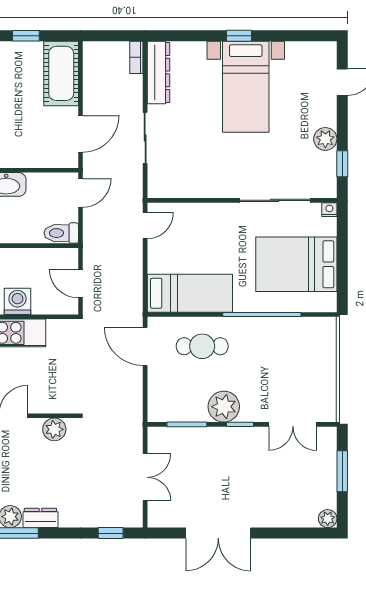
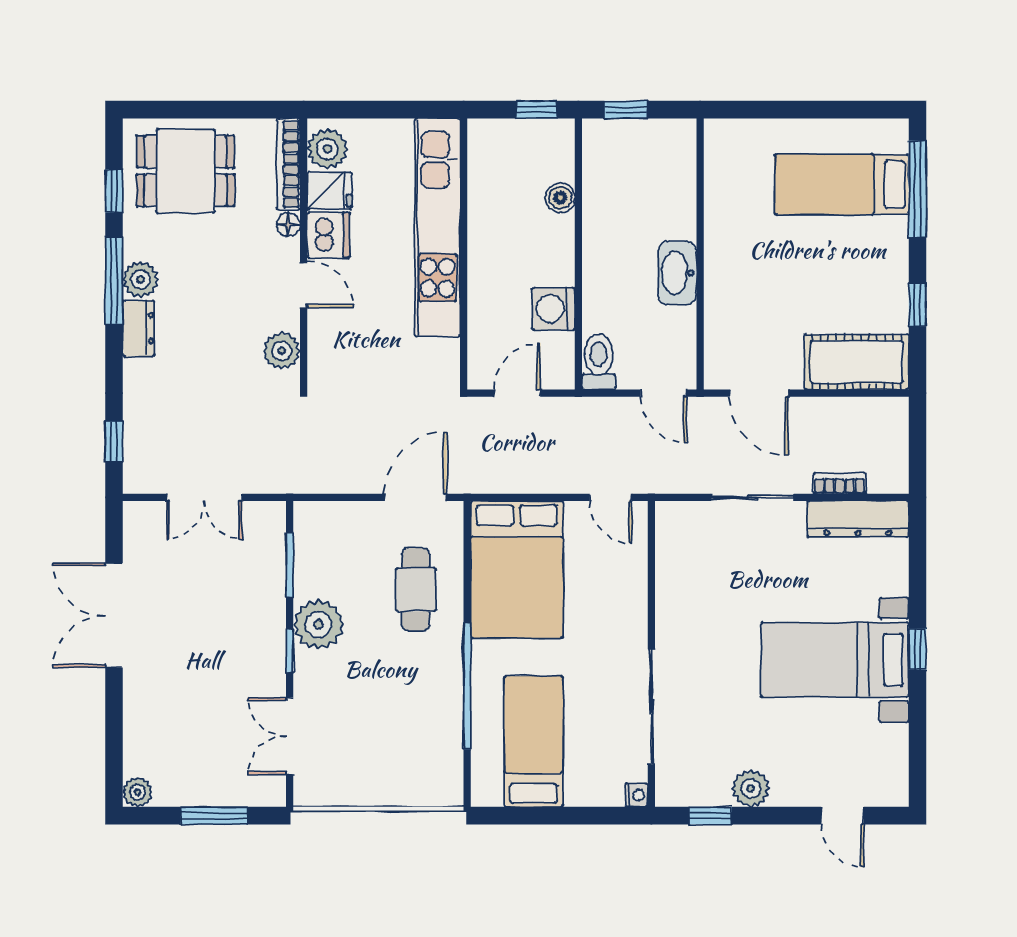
bookcase: (136, 57) -> (840, 483), moved
bed: (296, 264) -> (533, 742), width x0.67
bed: (190, 293) -> (517, 570), width x1.50
washing machine: (17, 301) -> (554, 309), moved, turned 180

